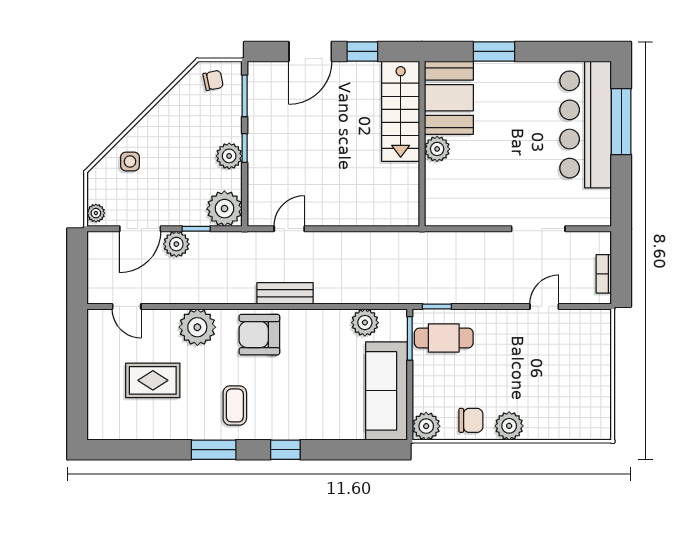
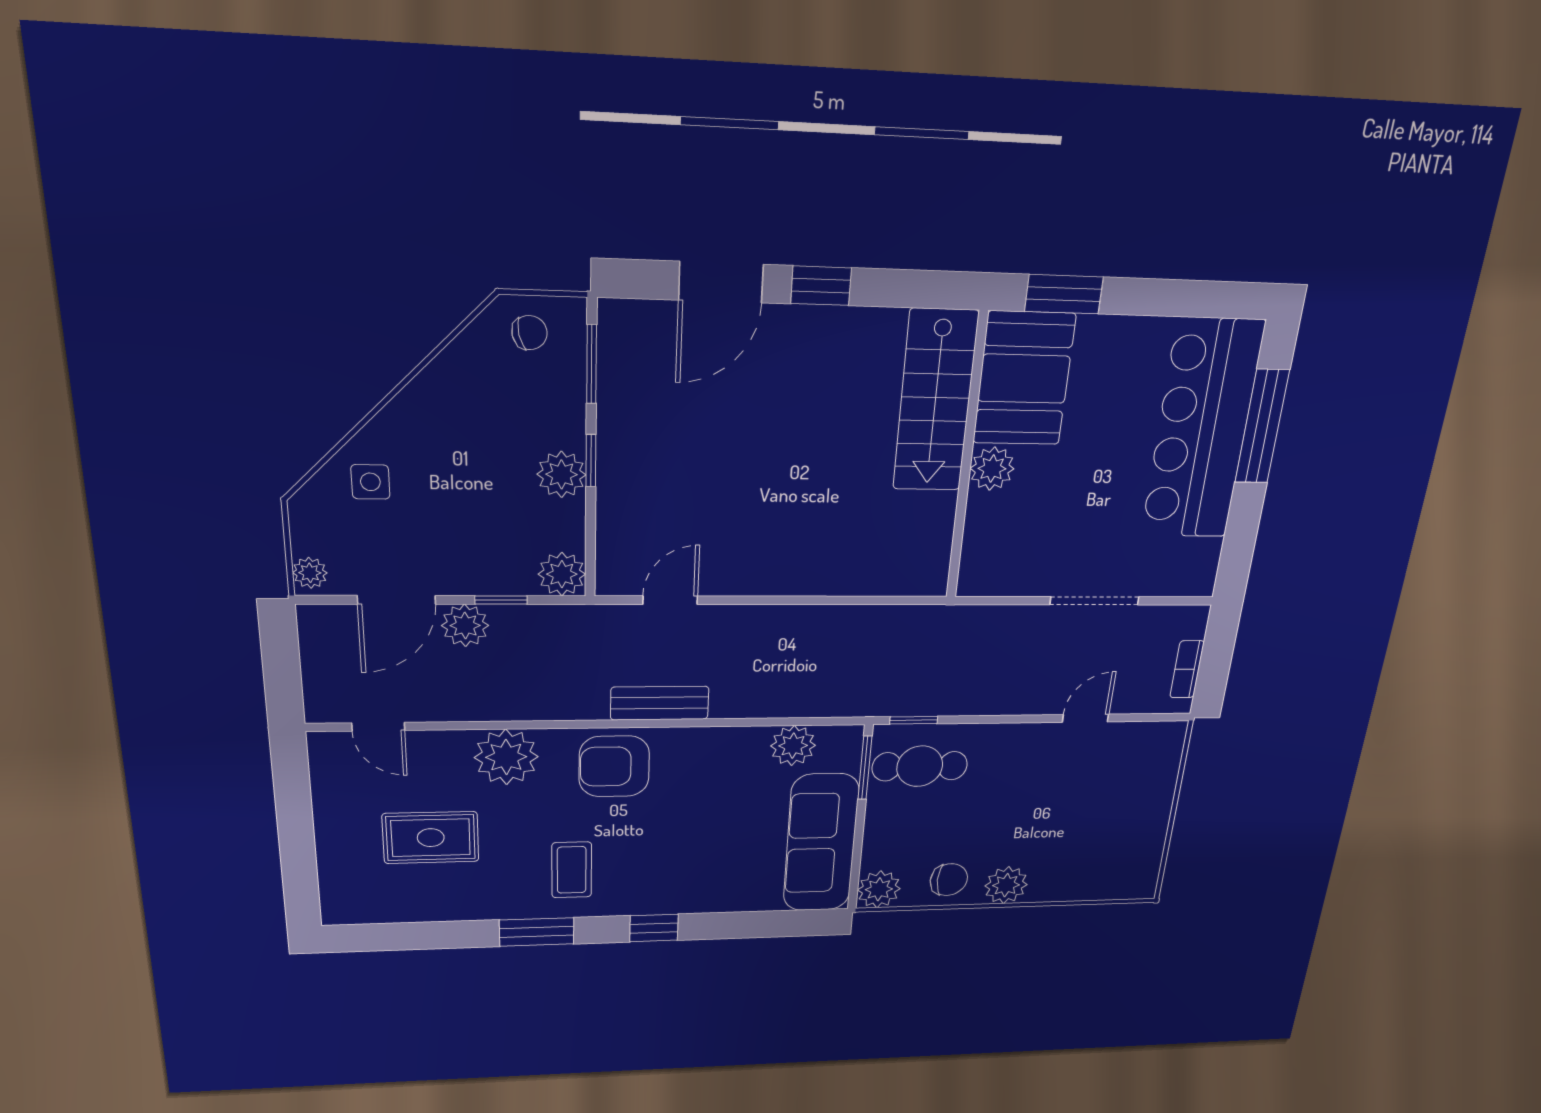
booth: (449, 98) -> (1024, 379), moved
stairs: (401, 111) -> (935, 401), moved
wall: (422, 144) -> (967, 459), moved
plant: (437, 149) -> (992, 469), moved
plant: (224, 209) -> (562, 574), width x0.73, depth x0.73

